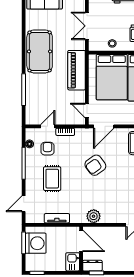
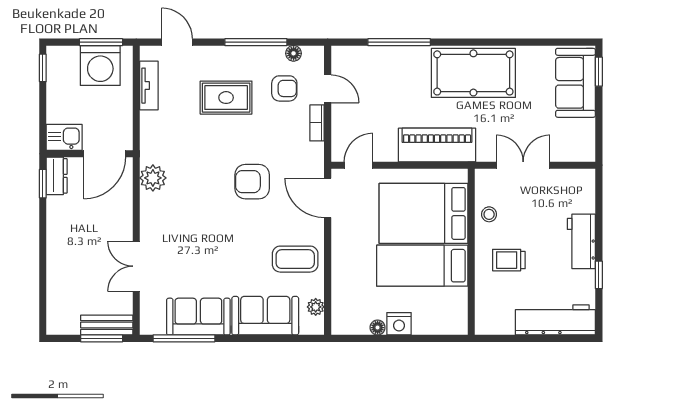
armchair: (95, 165) -> (252, 182), turned -54
tv unit: (57, 218) -> (149, 86), moved

